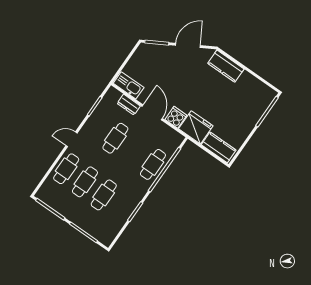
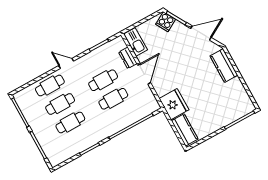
cooker: (176, 117) -> (166, 22), moved, turned 150
cafe table: (153, 164) -> (113, 99), moved

